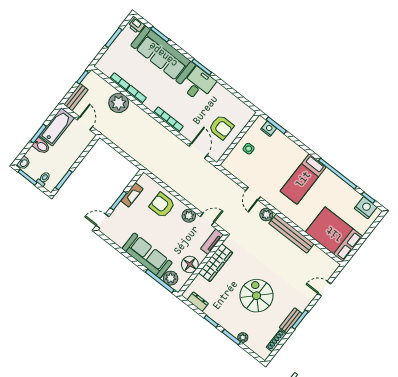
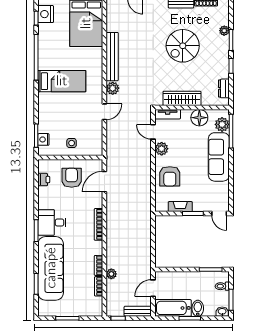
printer: (137, 26) -> (44, 180), moved
plant: (119, 103) -> (111, 274), width x0.53, depth x0.53

